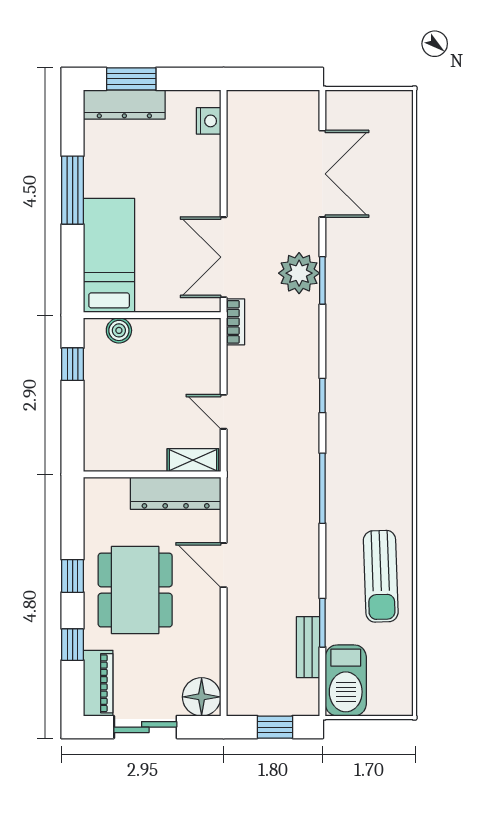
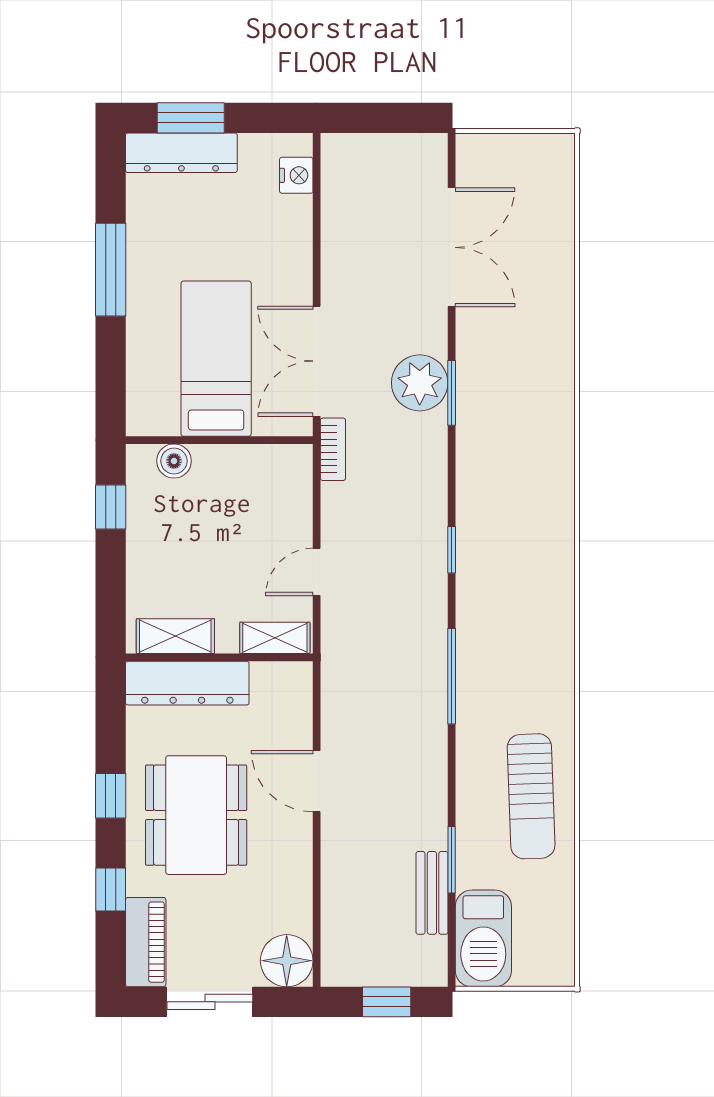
bed: (109, 255) -> (216, 359), moved
door: (224, 412) -> (317, 572), hinge flipped
shelving: (120, 459) -> (175, 636), added
dresser: (176, 493) -> (187, 683), moved

